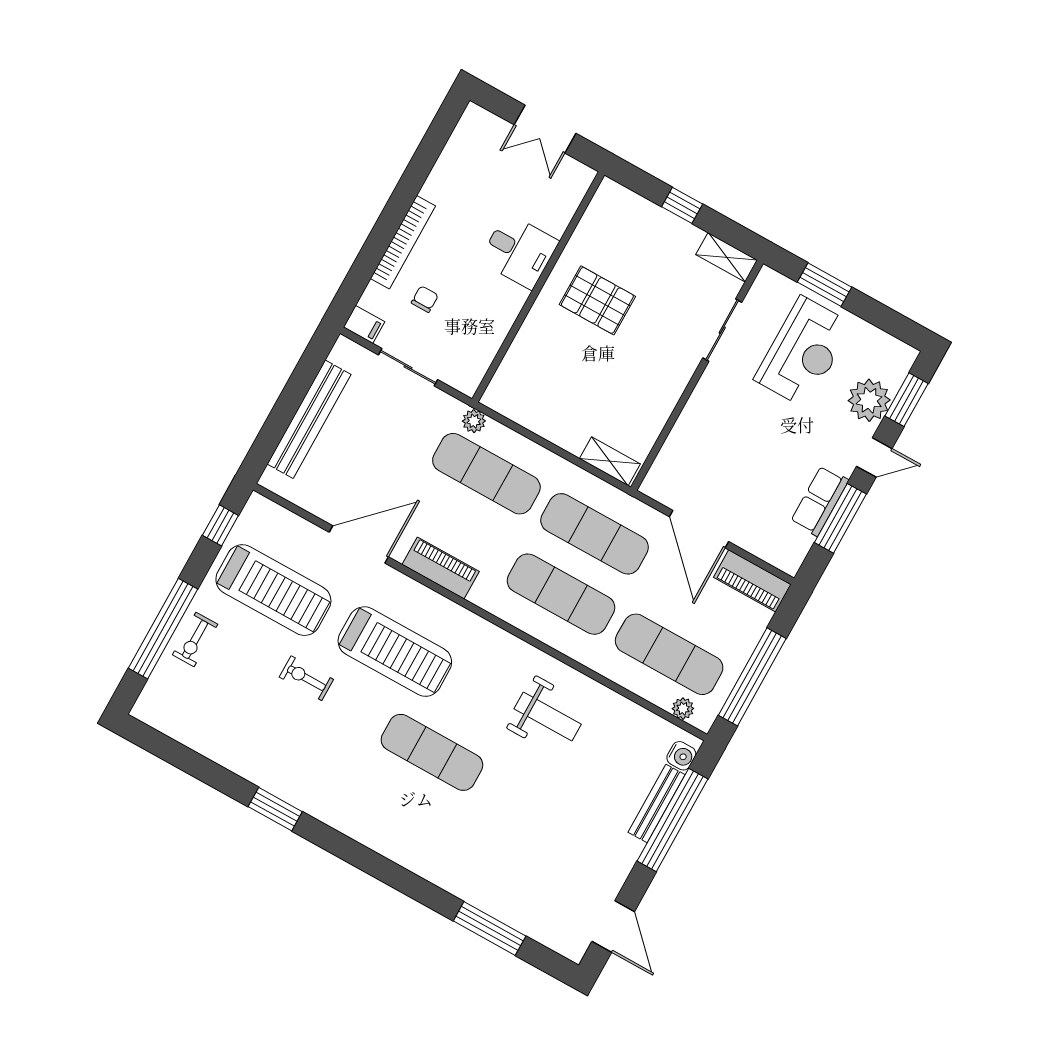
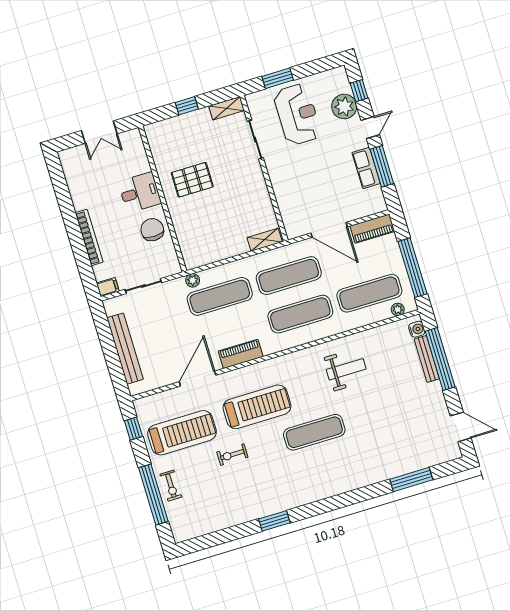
chair: (425, 299) -> (152, 230), moved, width x1.87, depth x1.87
window: (906, 400) -> (359, 91), width x0.67

